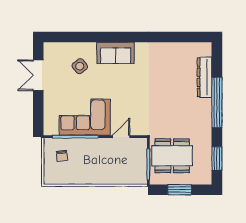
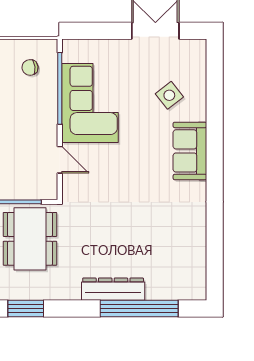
dresser: (205, 77) -> (113, 289), moved
window: (217, 102) -> (139, 308), moved

